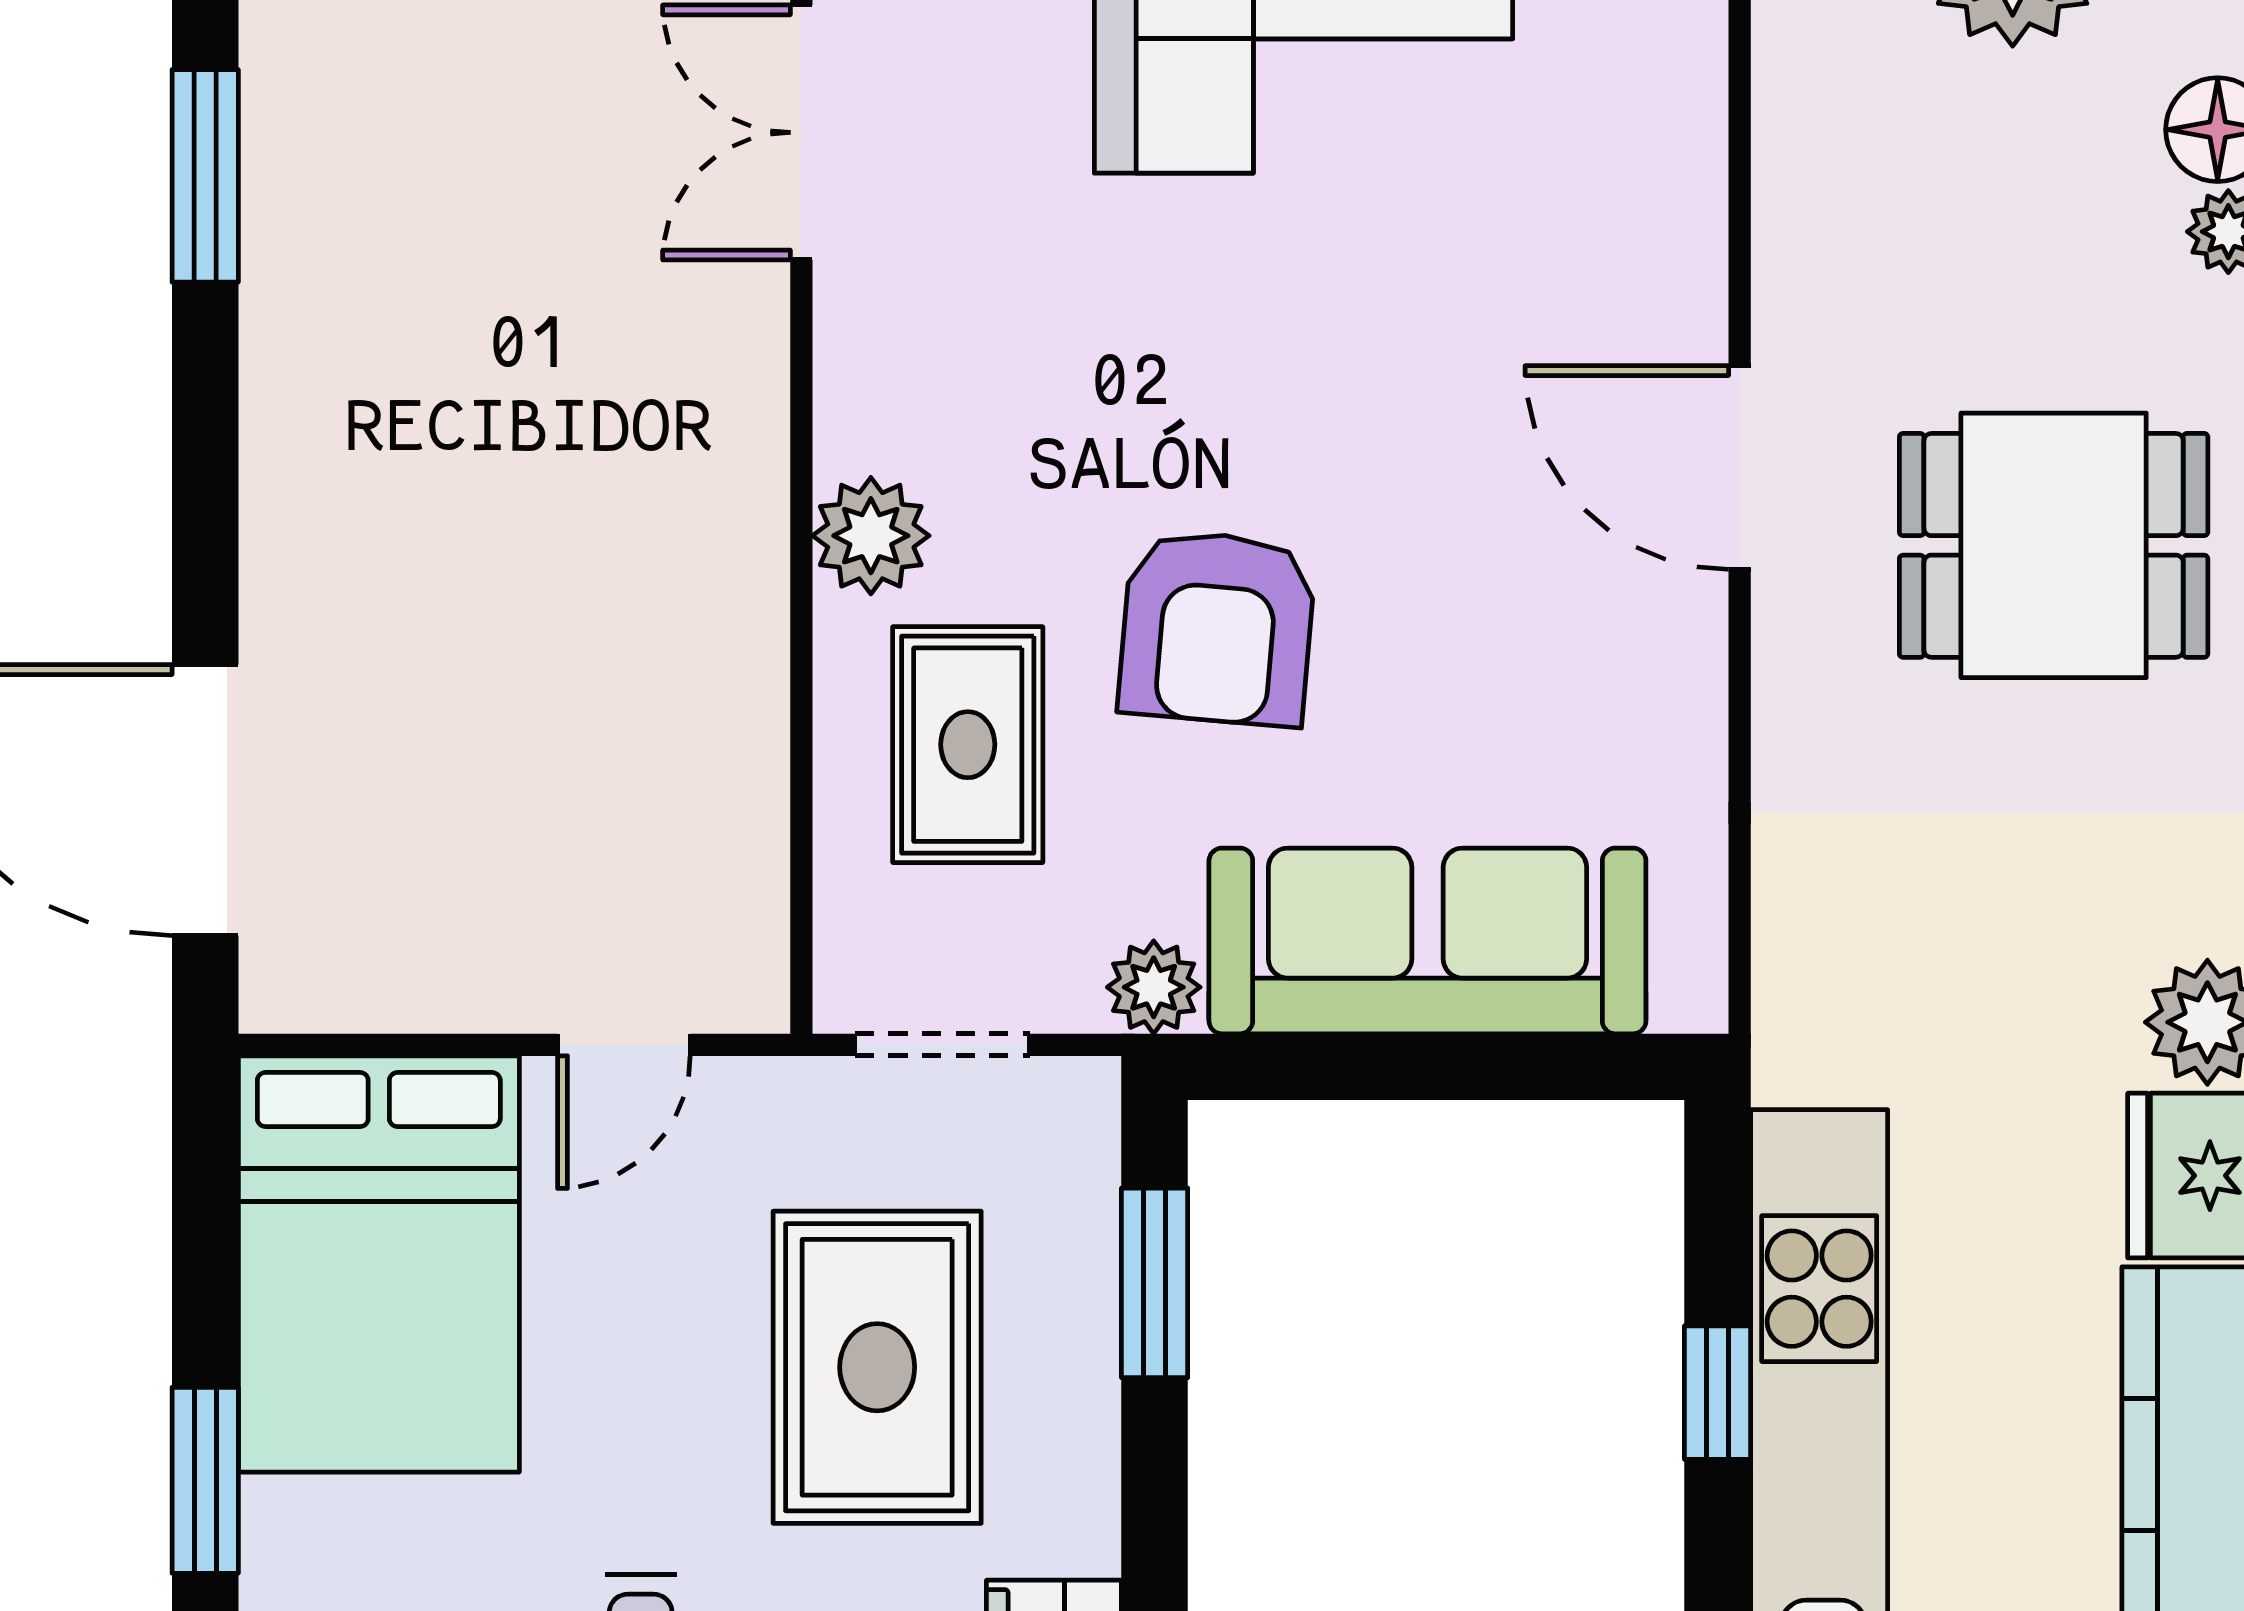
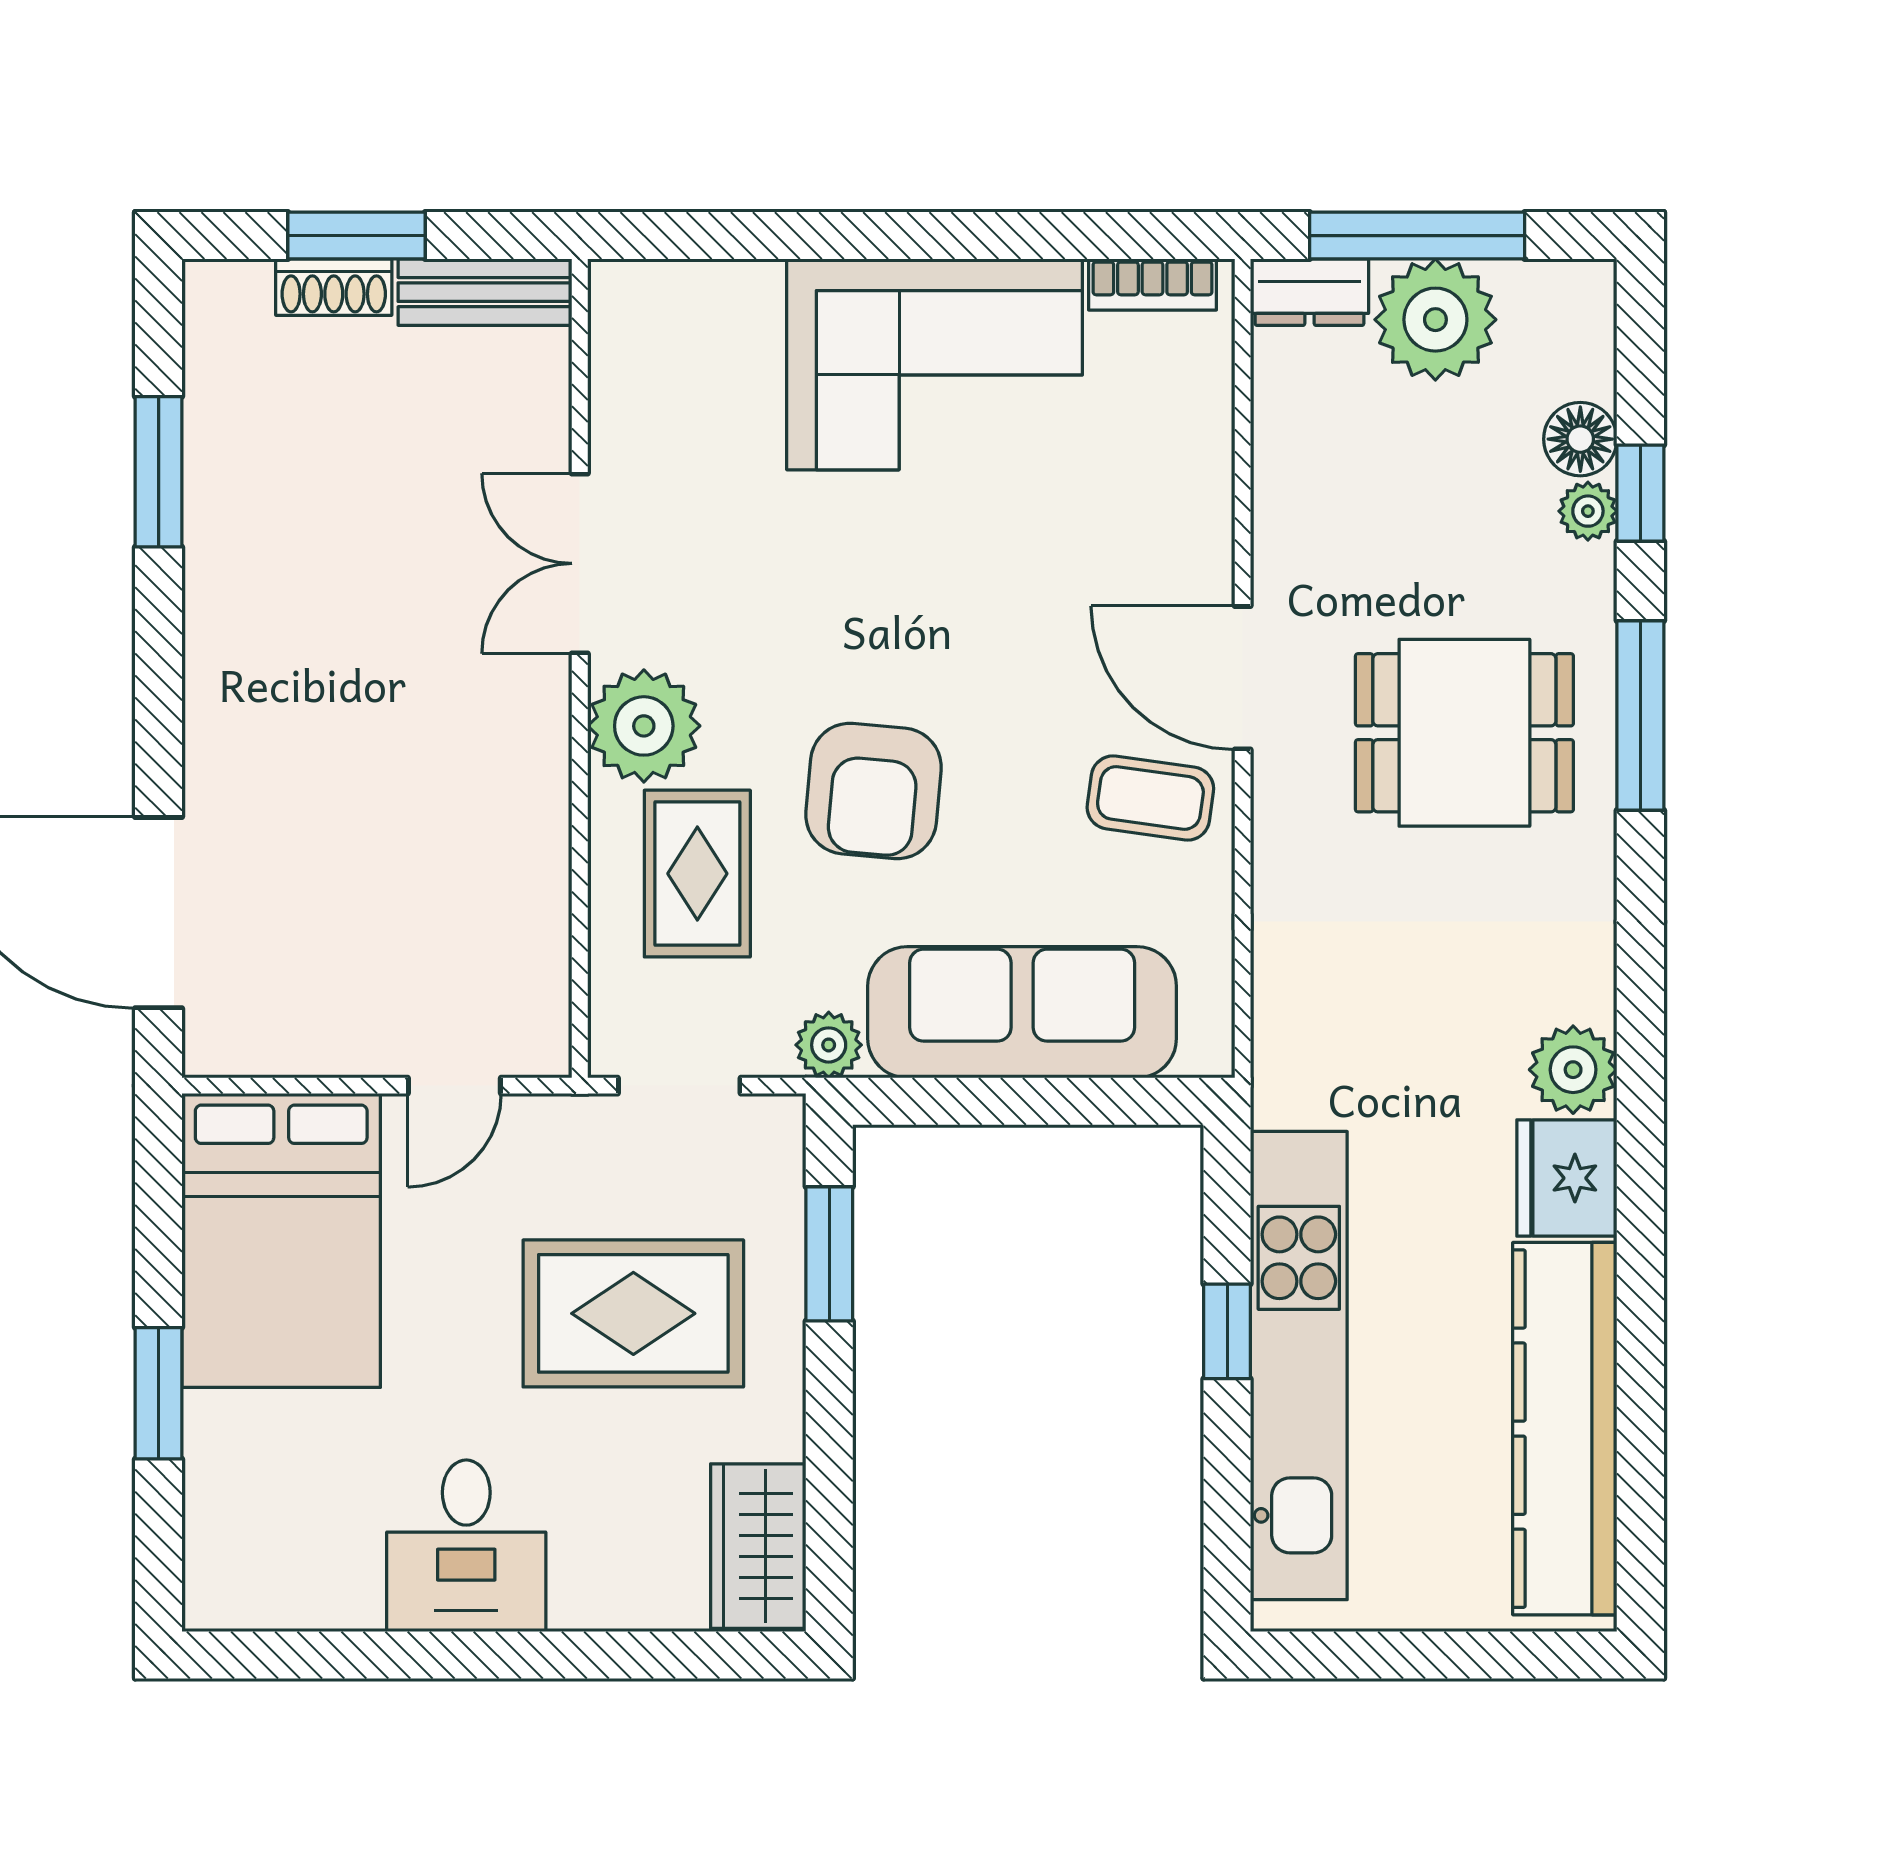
double door: (801, 132) -> (580, 563), moved
plant: (871, 536) -> (644, 726), width x1.36, depth x1.36
coffee table: (1609, 638) -> (1150, 798), added
rug: (877, 1367) -> (633, 1313), turned 90

